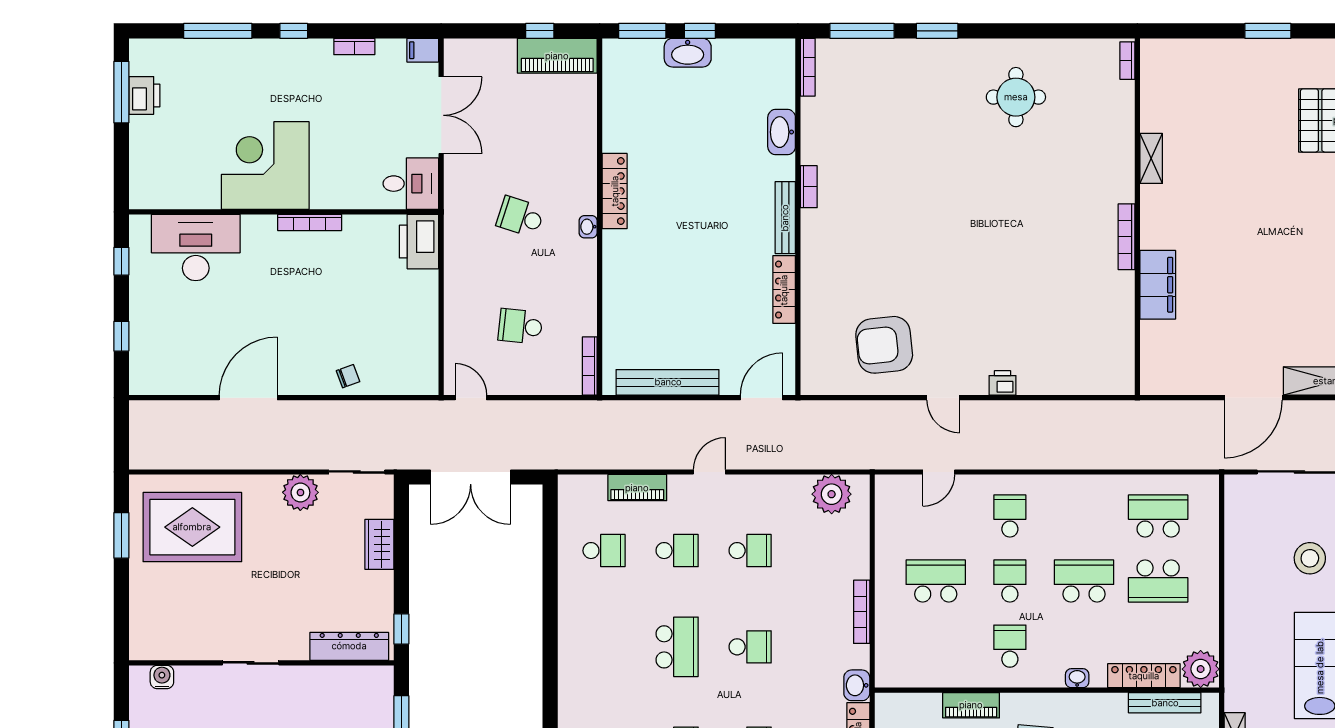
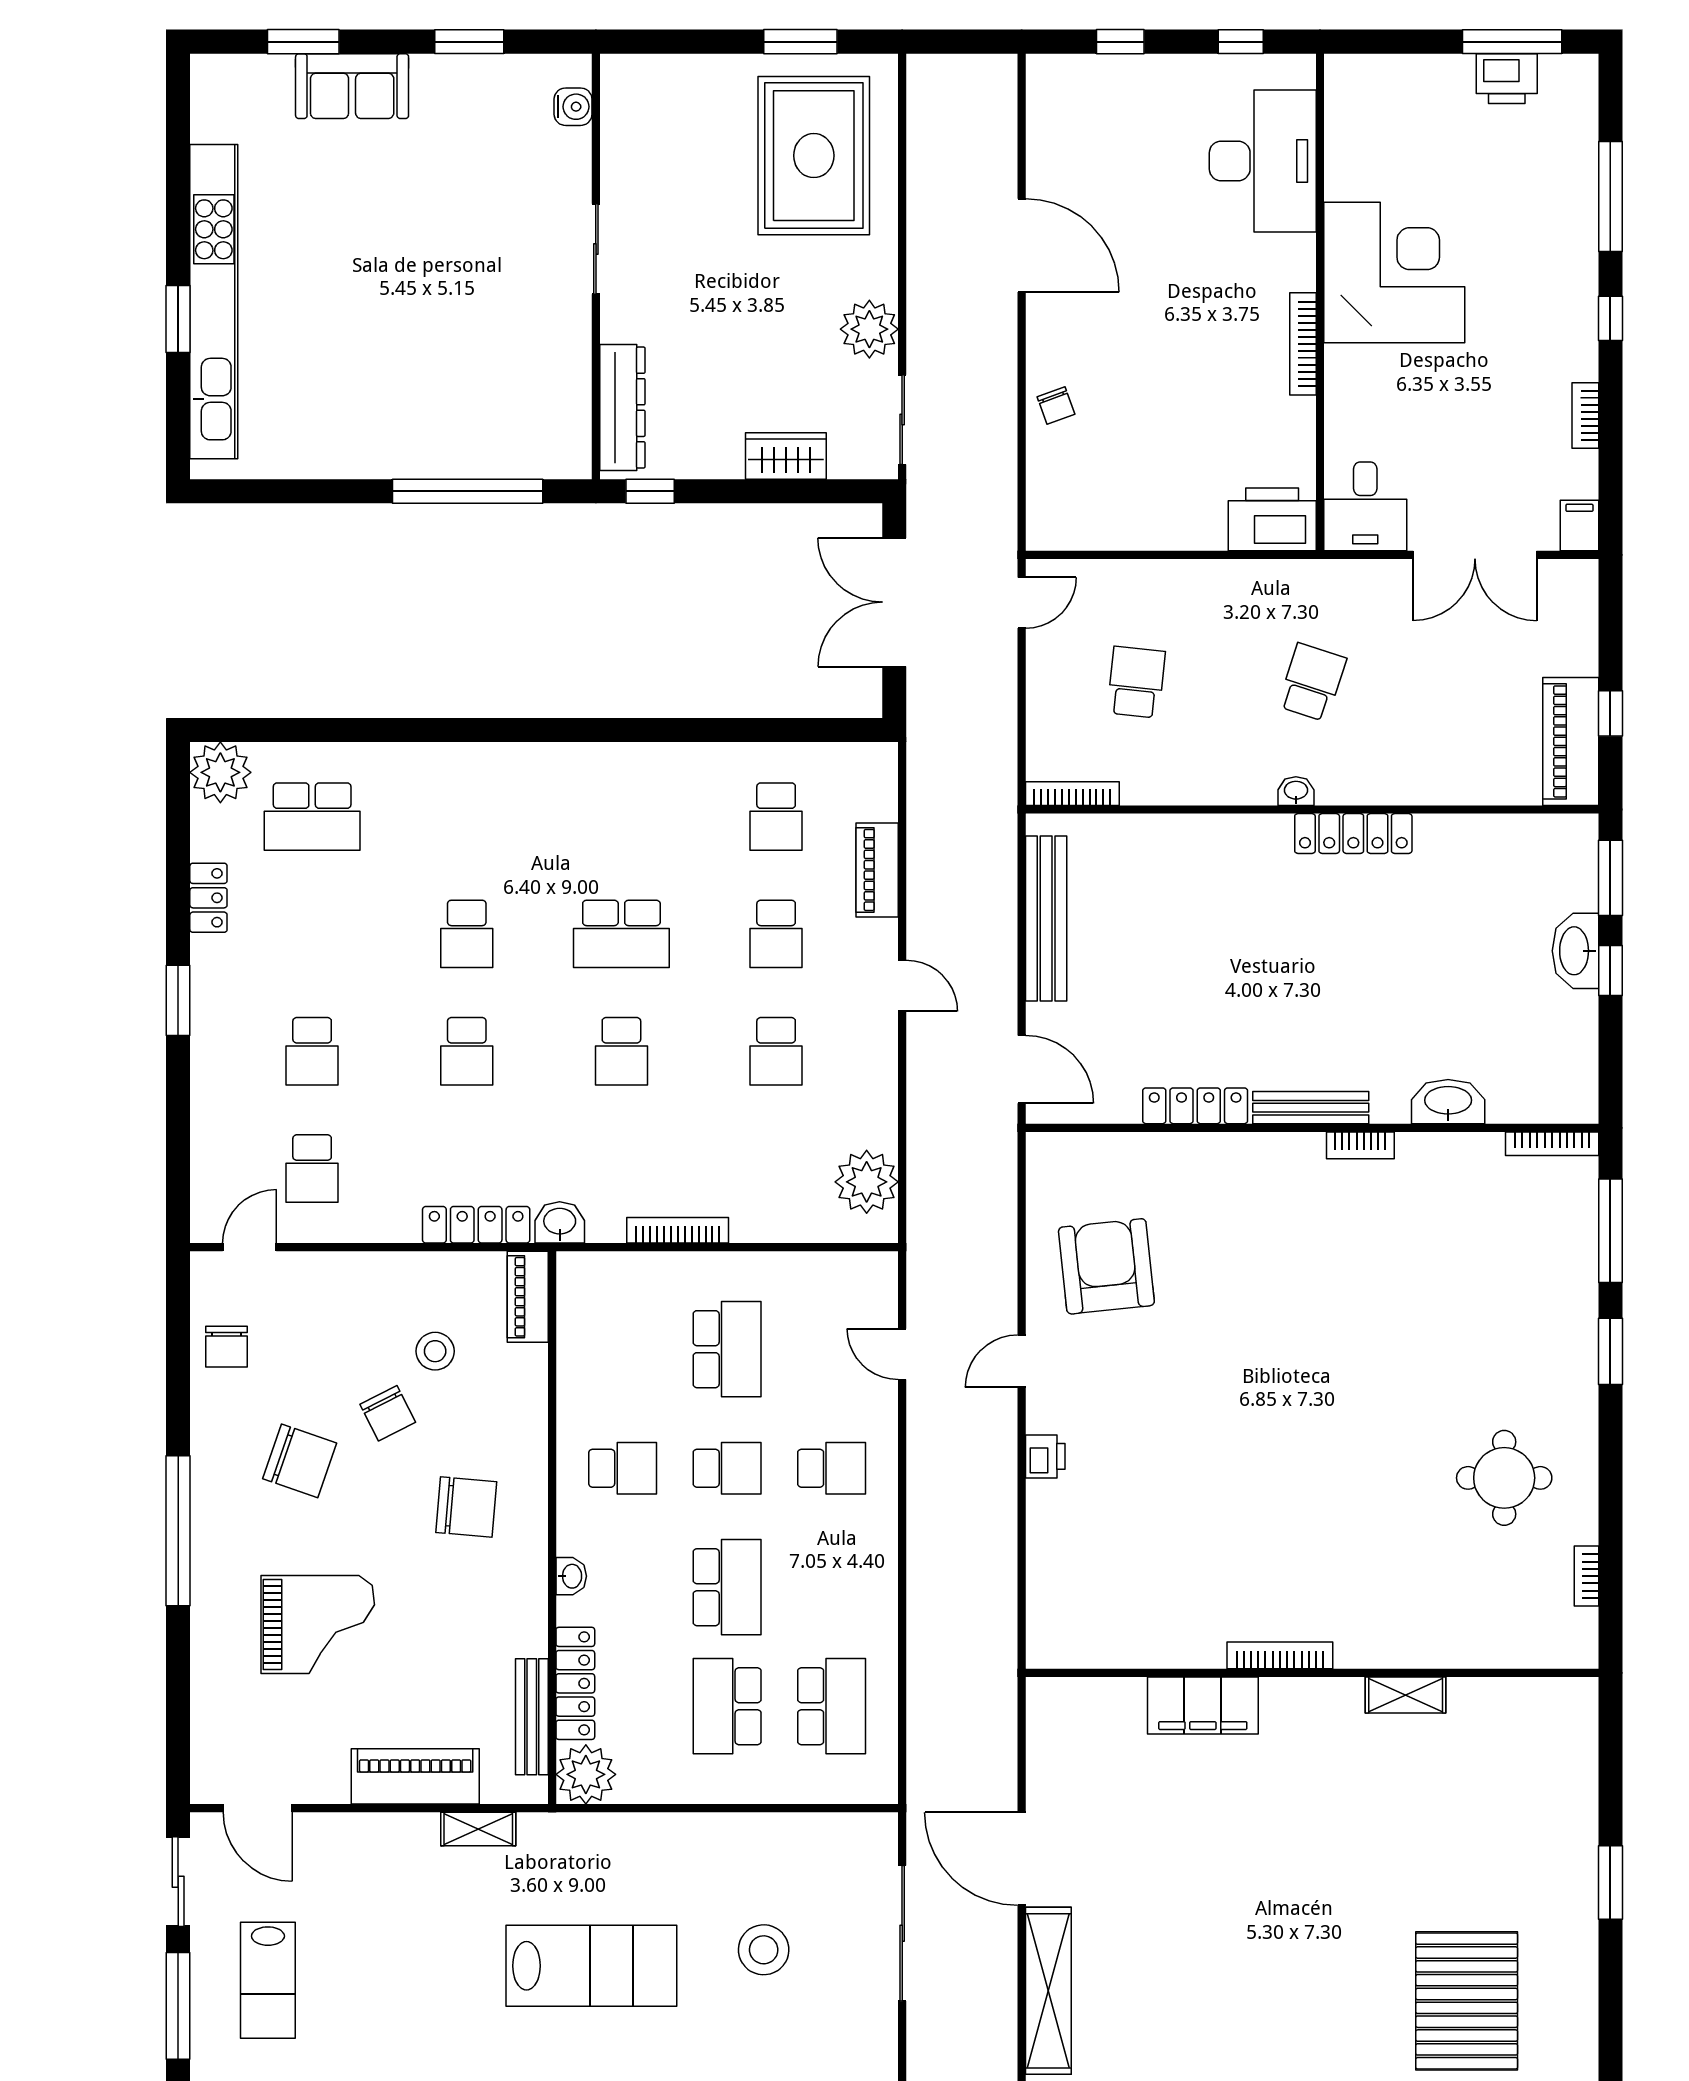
bookcase: (1127, 61) -> (1586, 1576), moved, turned -90
piano: (971, 705) -> (528, 1297), moved

